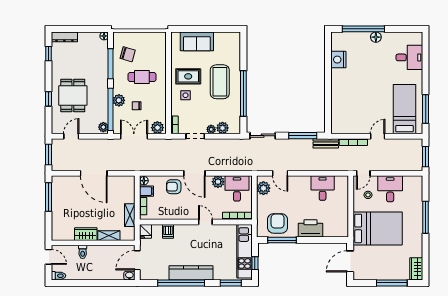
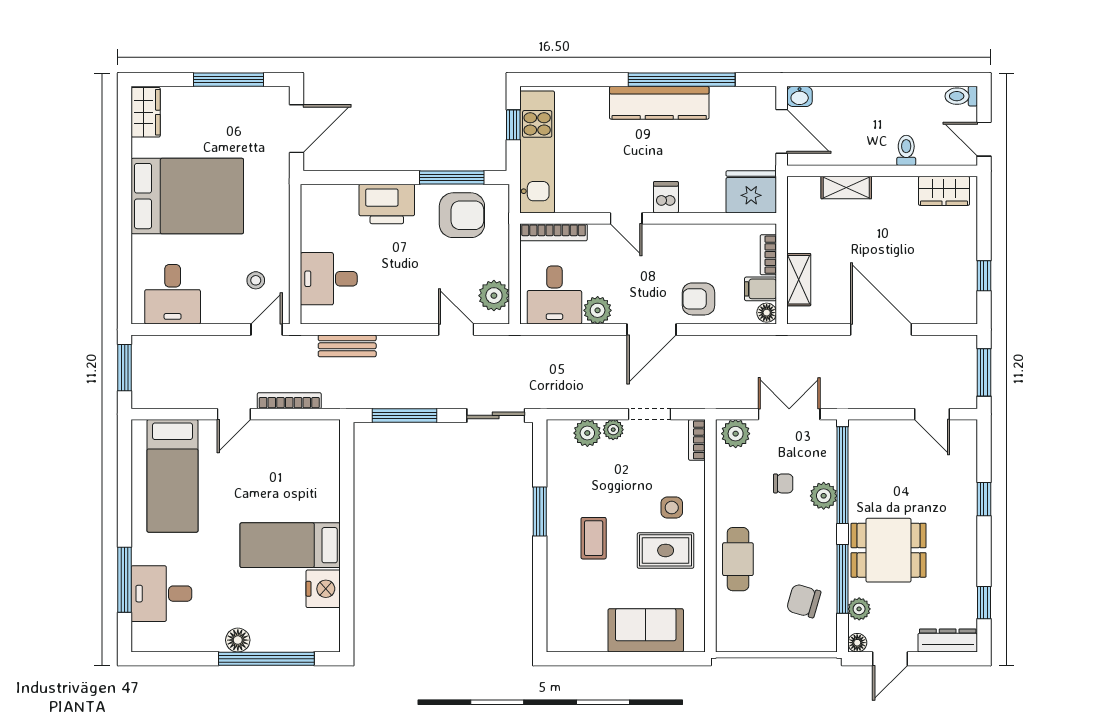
door: (90, 29) -> (890, 659), added
cafe table: (142, 77) -> (738, 559), moved, turned 90
bed: (353, 79) -> (290, 545), added
coffee table: (220, 82) -> (594, 538), width x0.54, depth x0.58
window: (243, 93) -> (540, 512), width x0.47
dining table: (73, 95) -> (889, 550), moved, turned 90
window: (426, 109) -> (125, 580), moved
plant: (103, 127) -> (859, 609), moved
door: (71, 136) -> (932, 414), hinge flipped
double door: (134, 136) -> (789, 414), swing flipped
bench: (326, 143) -> (347, 346), moved
door: (194, 173) -> (652, 330), swing flipped
armchair: (174, 187) -> (699, 299), turned 180
desk: (323, 188) -> (329, 279), moved, turned 90
desk: (390, 189) -> (173, 294), moved
window: (48, 197) -> (984, 276), width x0.46
shelving: (130, 215) -> (799, 280), moved
window: (426, 217) -> (125, 229), removed
armchair: (278, 223) -> (462, 215), turned -90
bed: (378, 228) -> (187, 196), moved, turned 180
fridge: (145, 231) -> (751, 192), width x1.88, depth x1.34
dishwasher: (168, 231) -> (666, 197), moved
wardrobe: (86, 234) -> (944, 191), moved
door: (137, 260) -> (782, 131), hinge flipped
window: (231, 283) -> (569, 80), removed
window: (392, 283) -> (229, 80), moved

